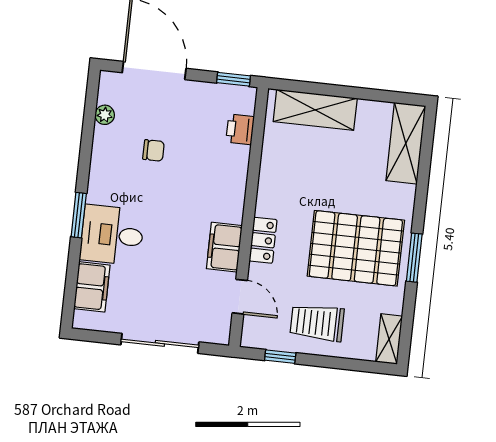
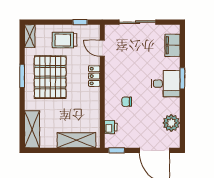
plant: (105, 115) -> (171, 123), width x1.88, depth x1.88
chair: (153, 150) -> (127, 102), moved
desk: (112, 235) -> (166, 84), moved
filing cabinet: (224, 247) -> (112, 71), removed
pallet: (356, 248) -> (50, 77), turned 90
trolley: (317, 323) -> (65, 40), turned 180

